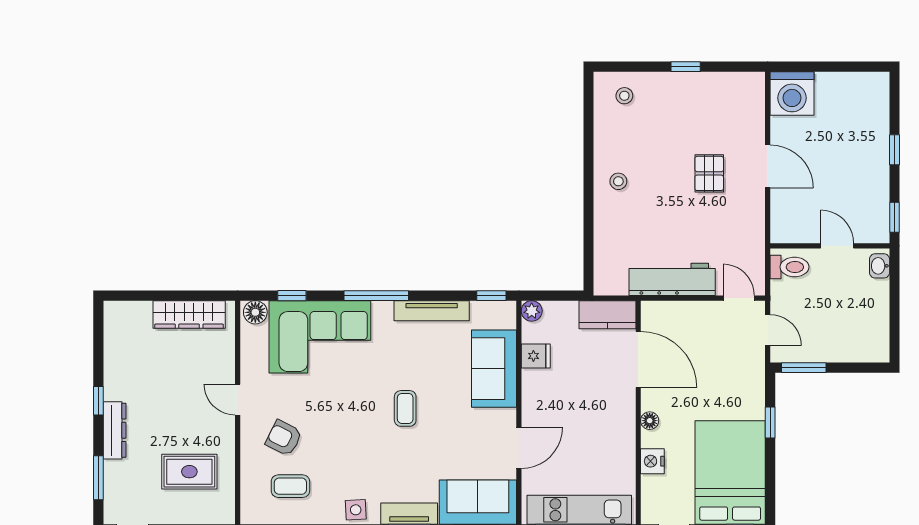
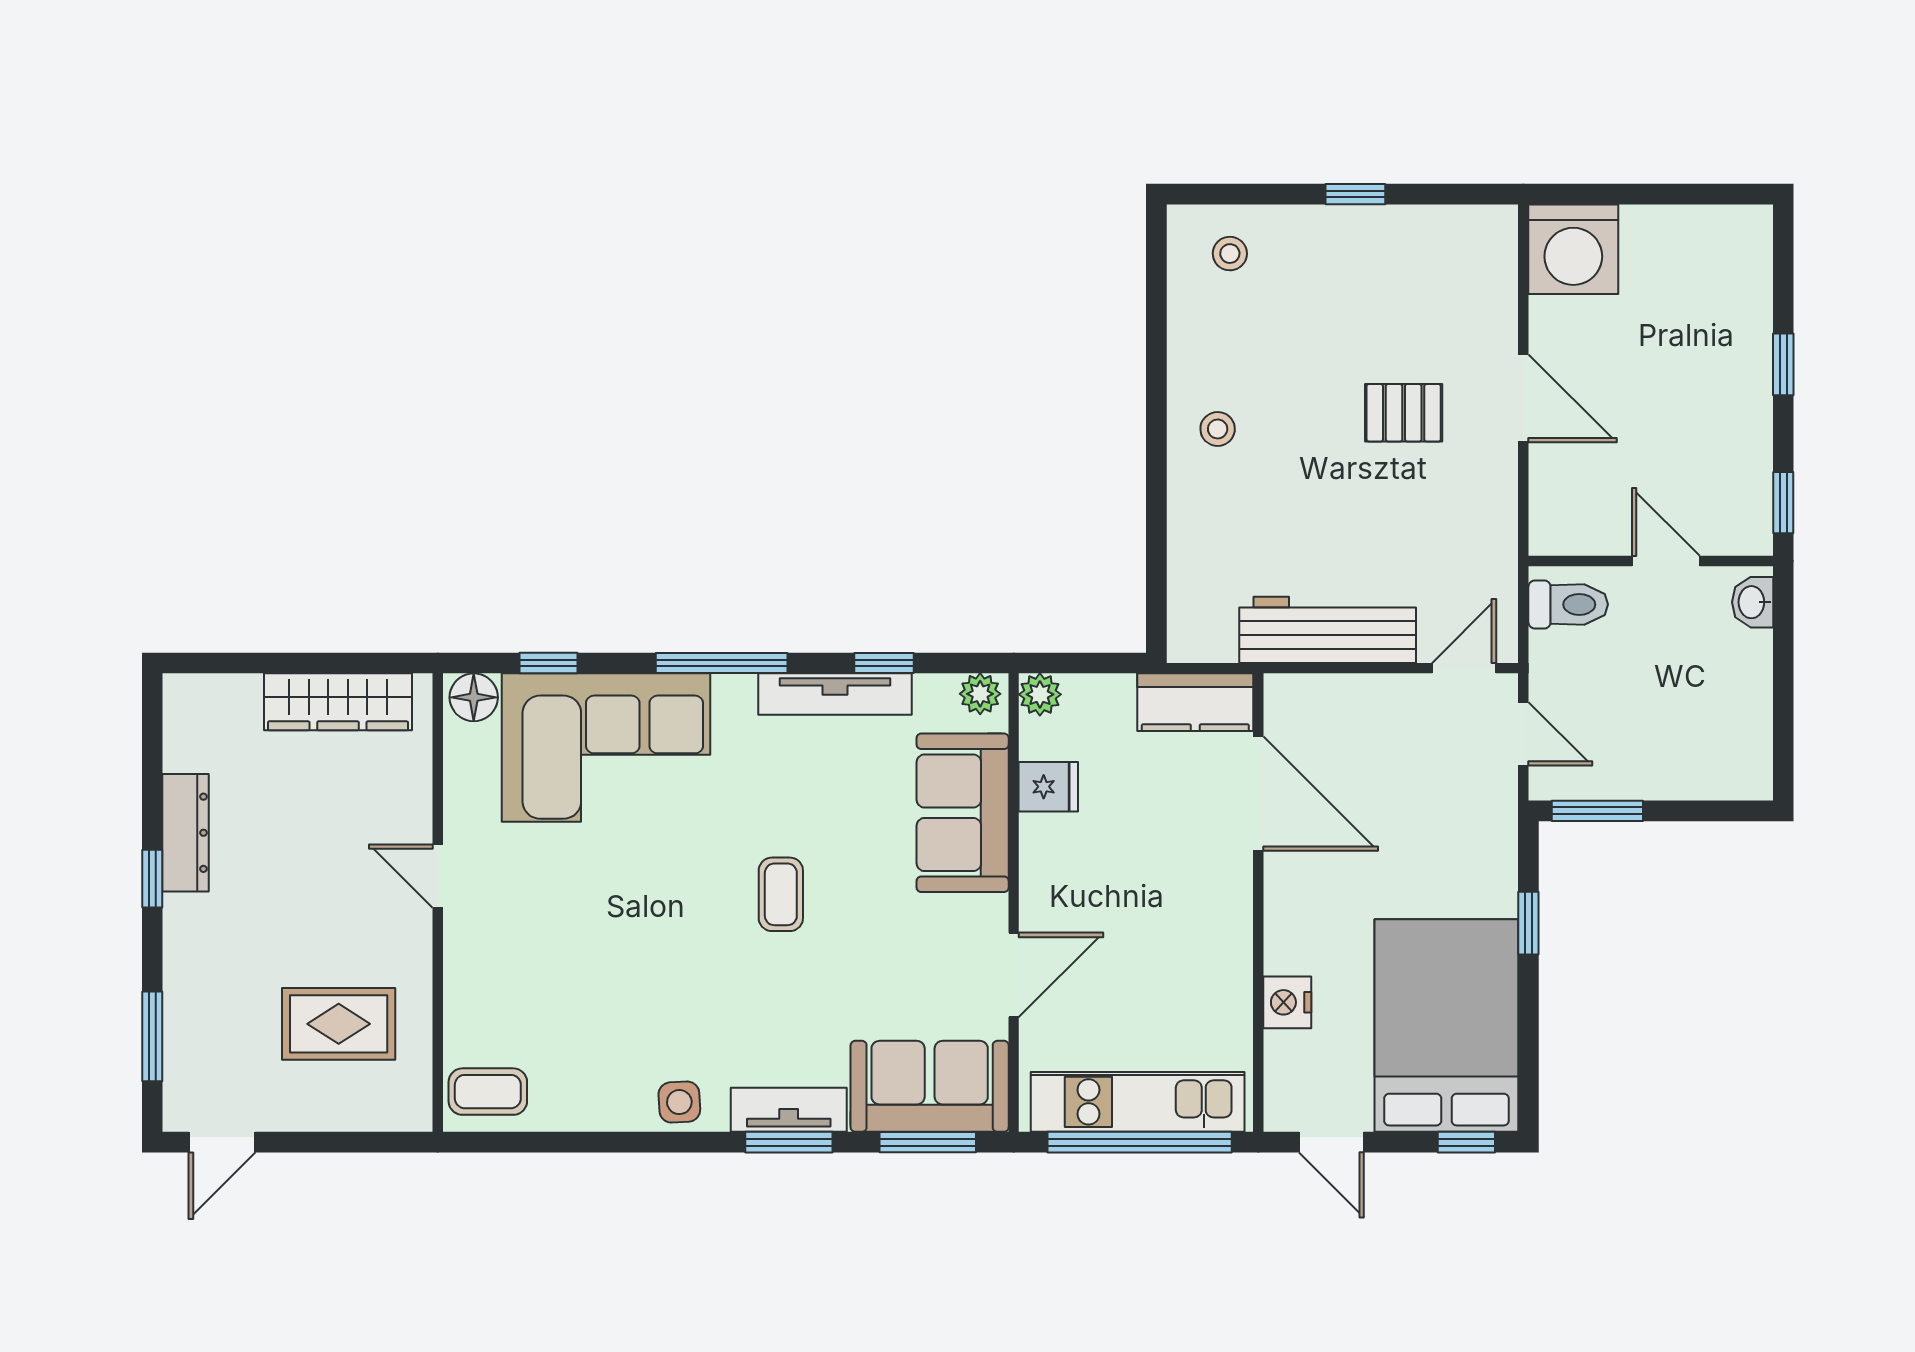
pallet: (709, 173) -> (1404, 413), turned 90
window: (491, 296) -> (884, 663), moved
door: (739, 298) -> (1464, 668), hinge flipped
plant: (502, 311) -> (980, 694), added
floor lamp: (650, 421) -> (1282, 919), removed
dresser: (115, 430) -> (185, 833), moved
armchair: (284, 438) -> (532, 955), removed
coffee table: (290, 486) -> (488, 1092), moved

